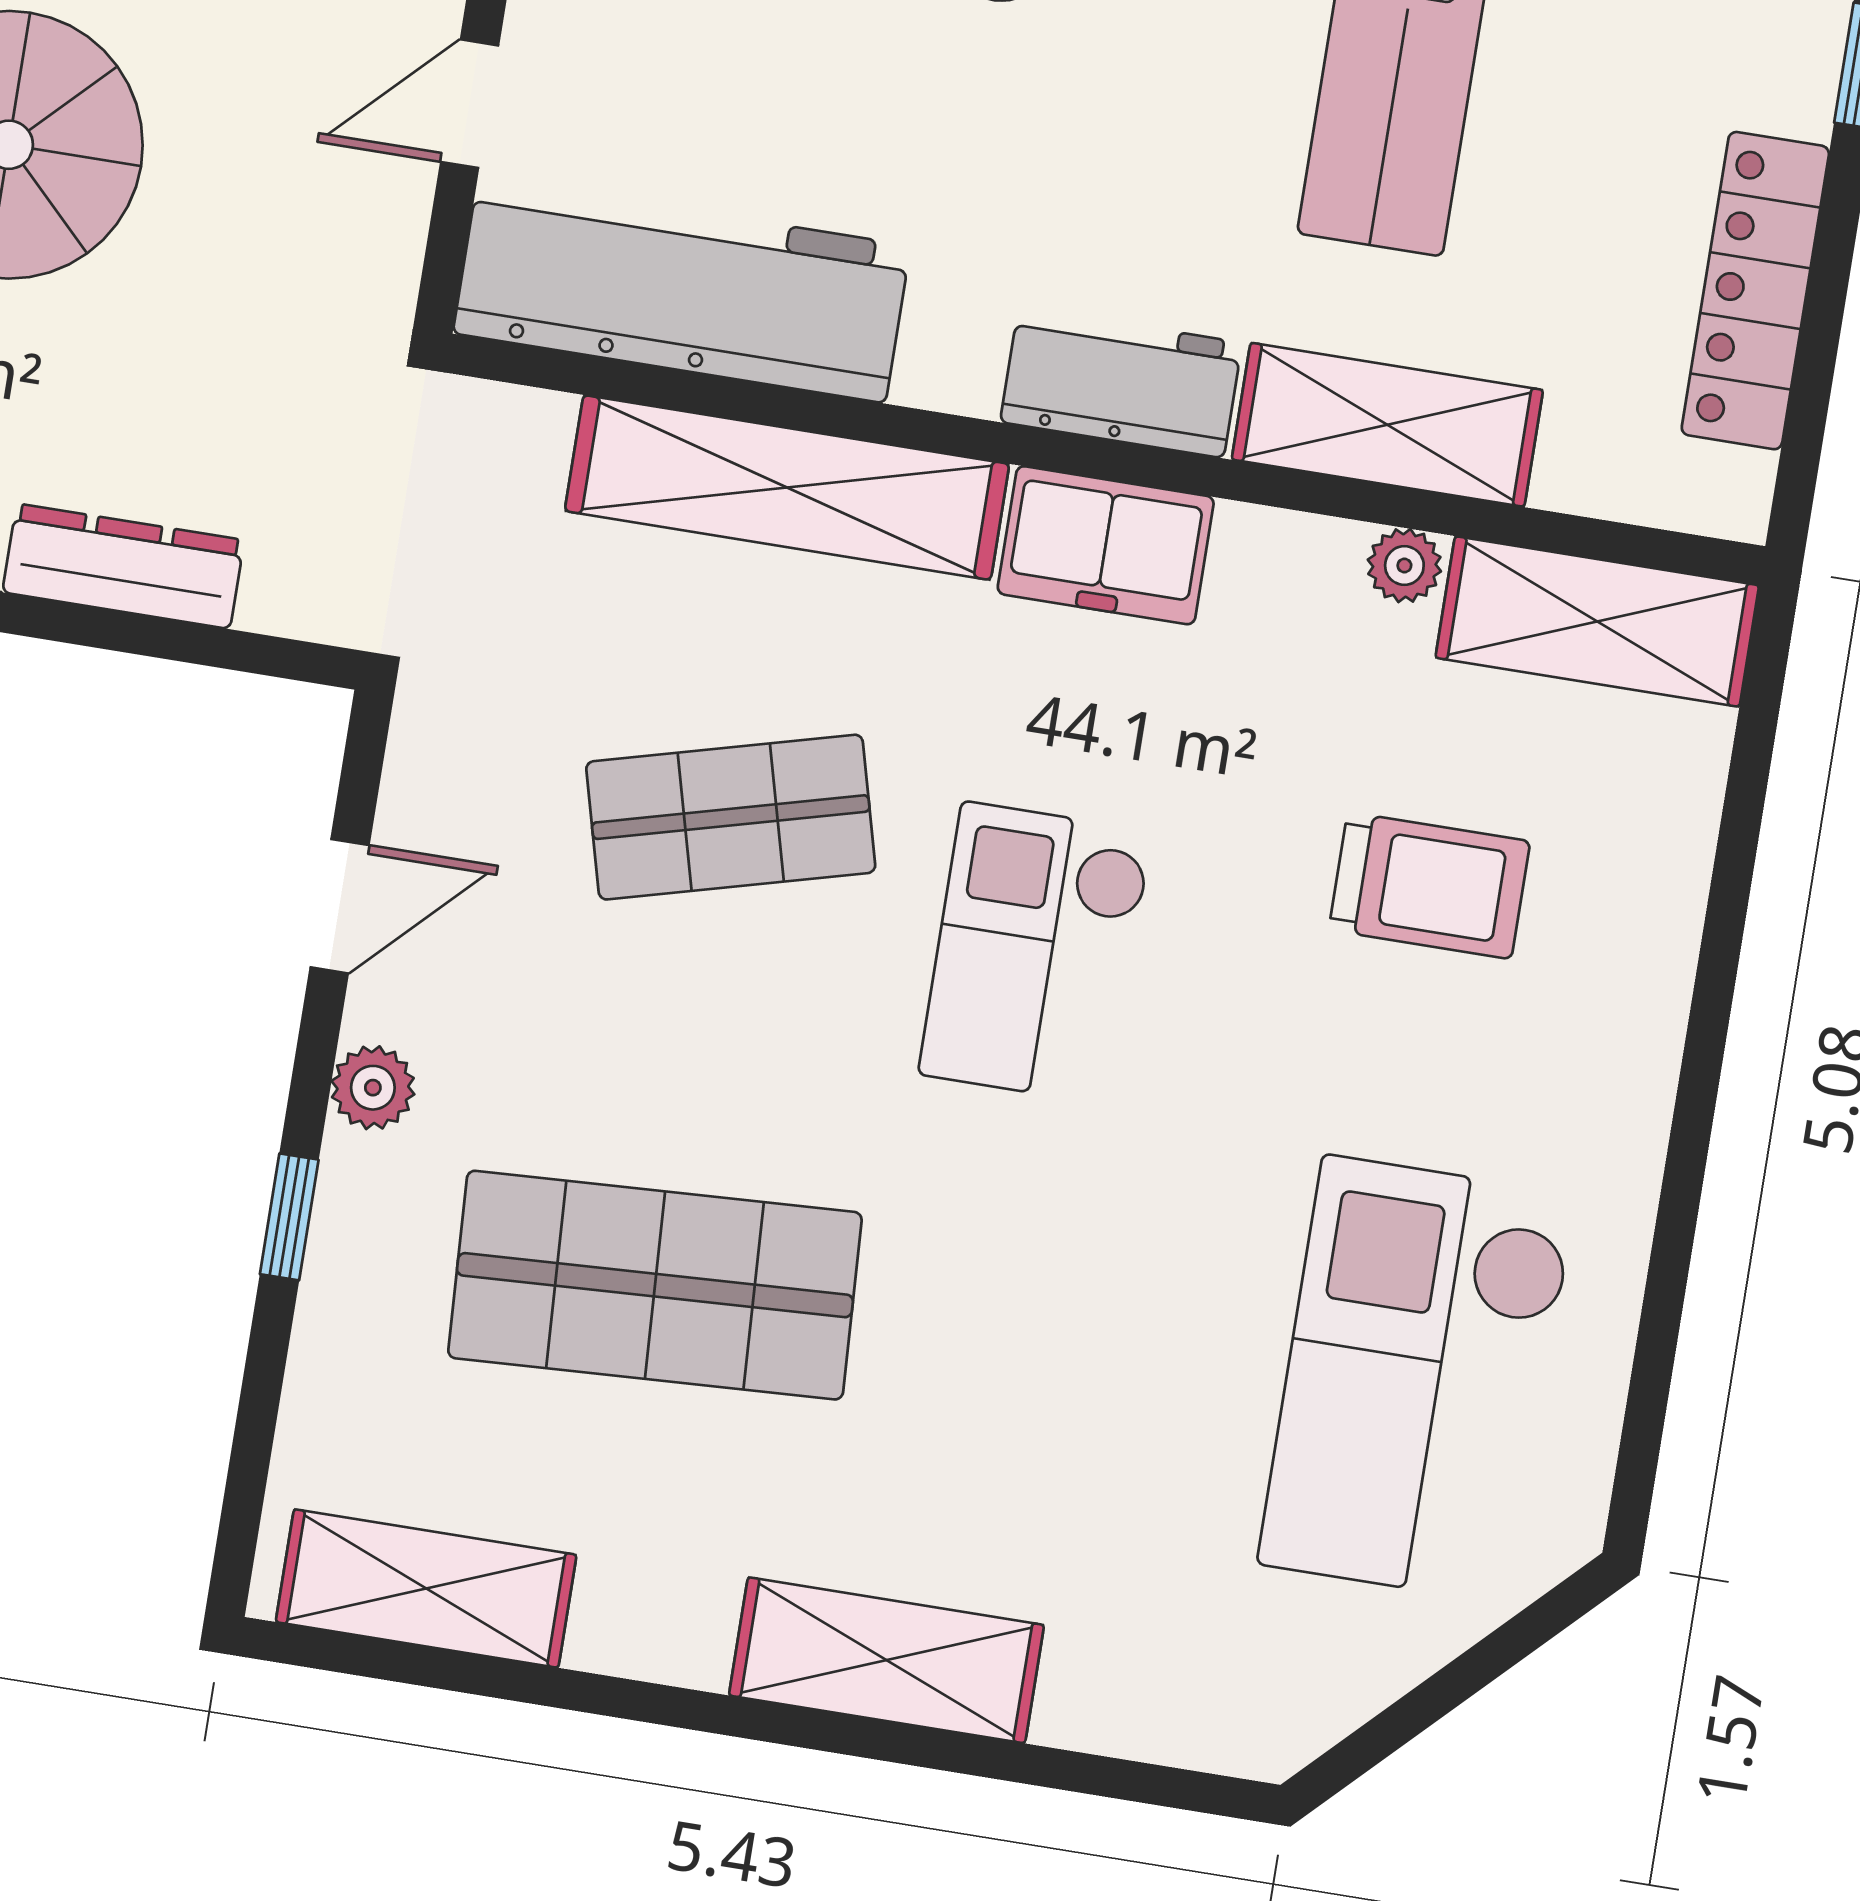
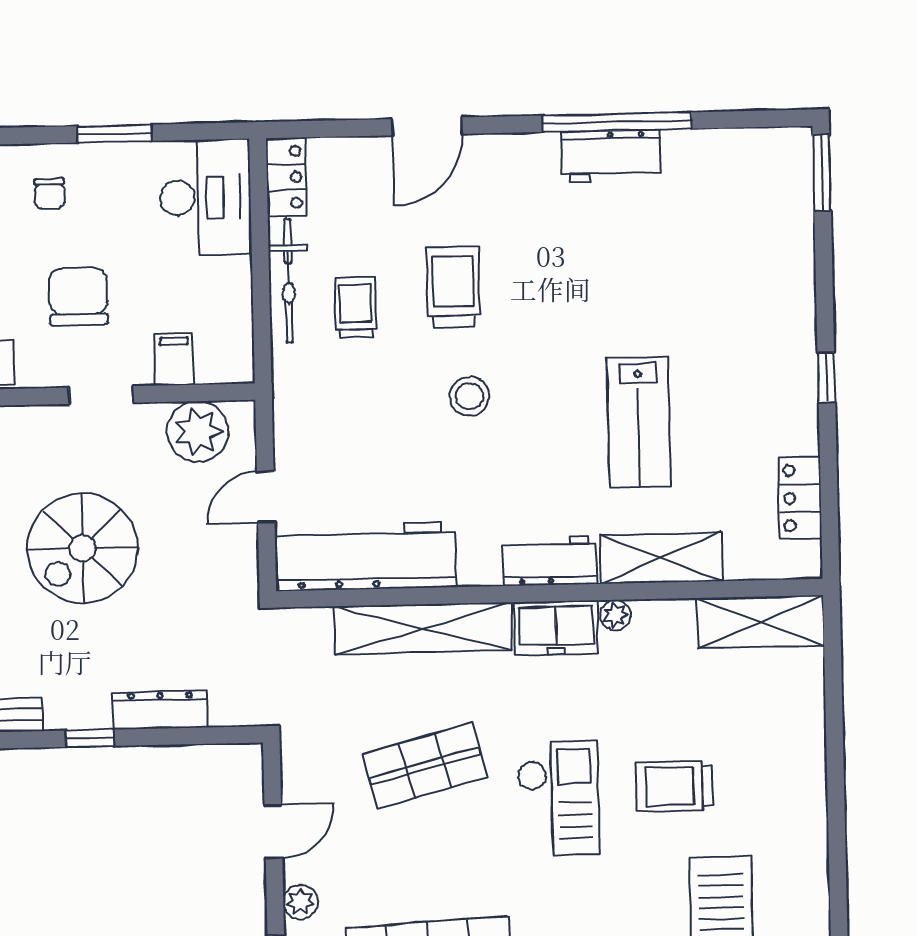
locker: (1755, 291) -> (800, 498), width x0.66
plant: (1404, 566) -> (615, 615), moved
trolley: (1430, 886) -> (675, 786), moved, turned 180
checkout: (1036, 953) -> (558, 798), turned 180

